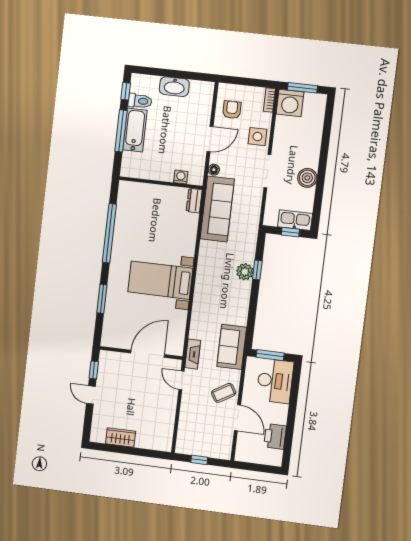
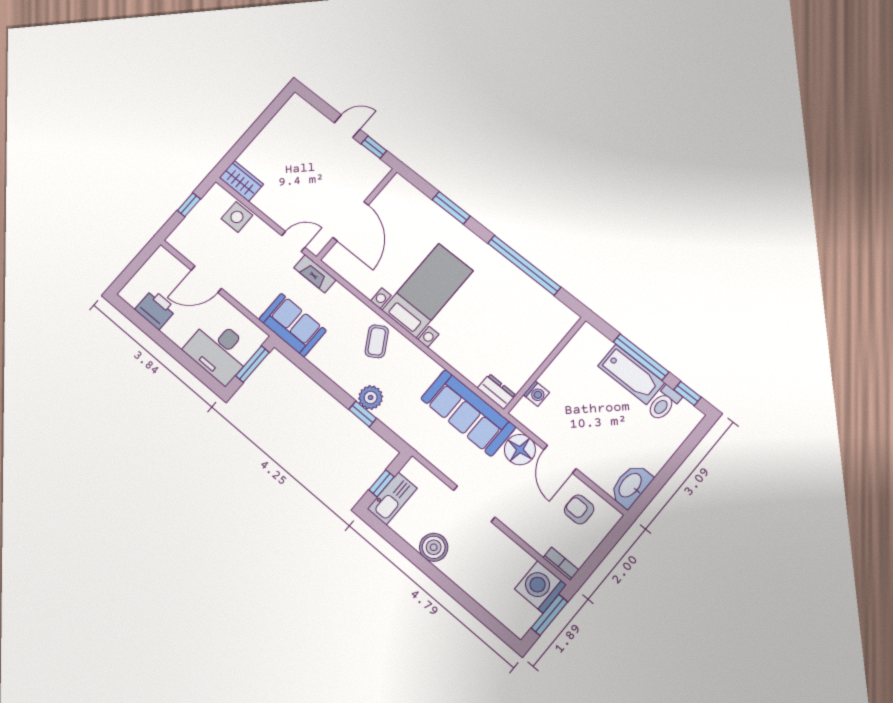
washbasin: (174, 87) -> (631, 486), moved
armchair: (232, 110) -> (579, 509), turned 180
side table: (257, 137) -> (237, 217), moved
floor lamp: (214, 170) -> (520, 450), width x1.89, depth x1.89
coffee table: (224, 393) -> (377, 341), moved
wardrobe: (121, 438) -> (241, 181), moved, turned -90

